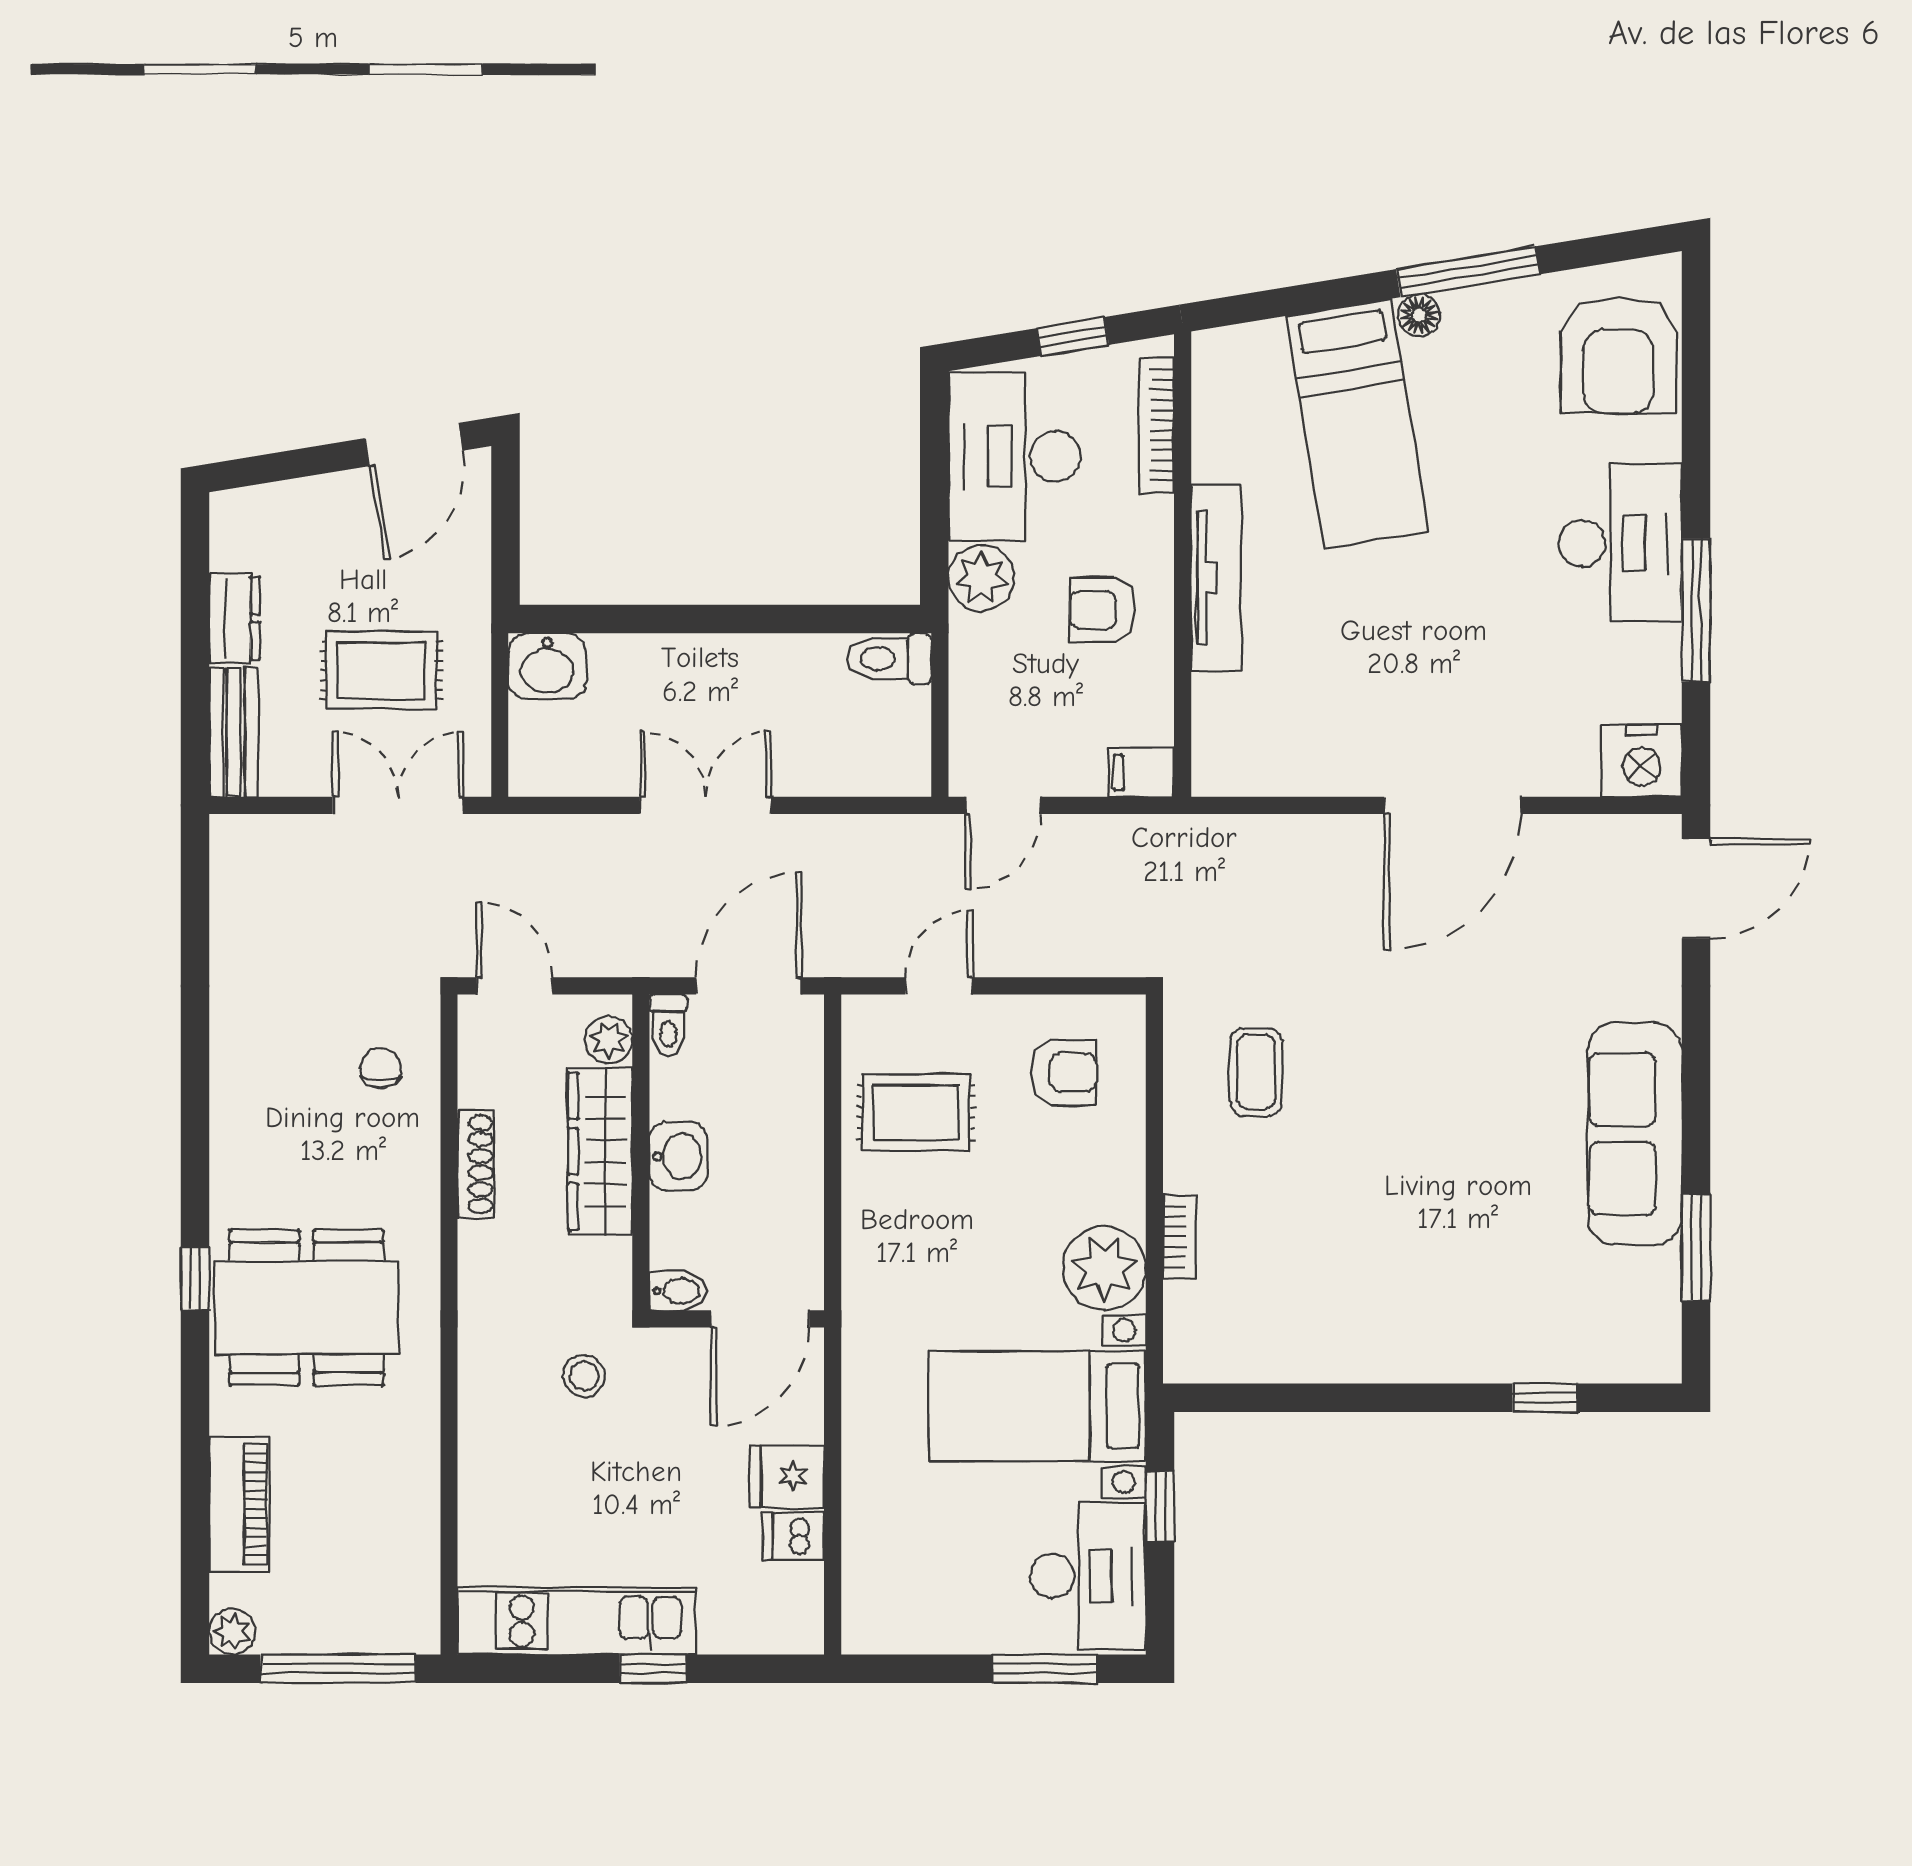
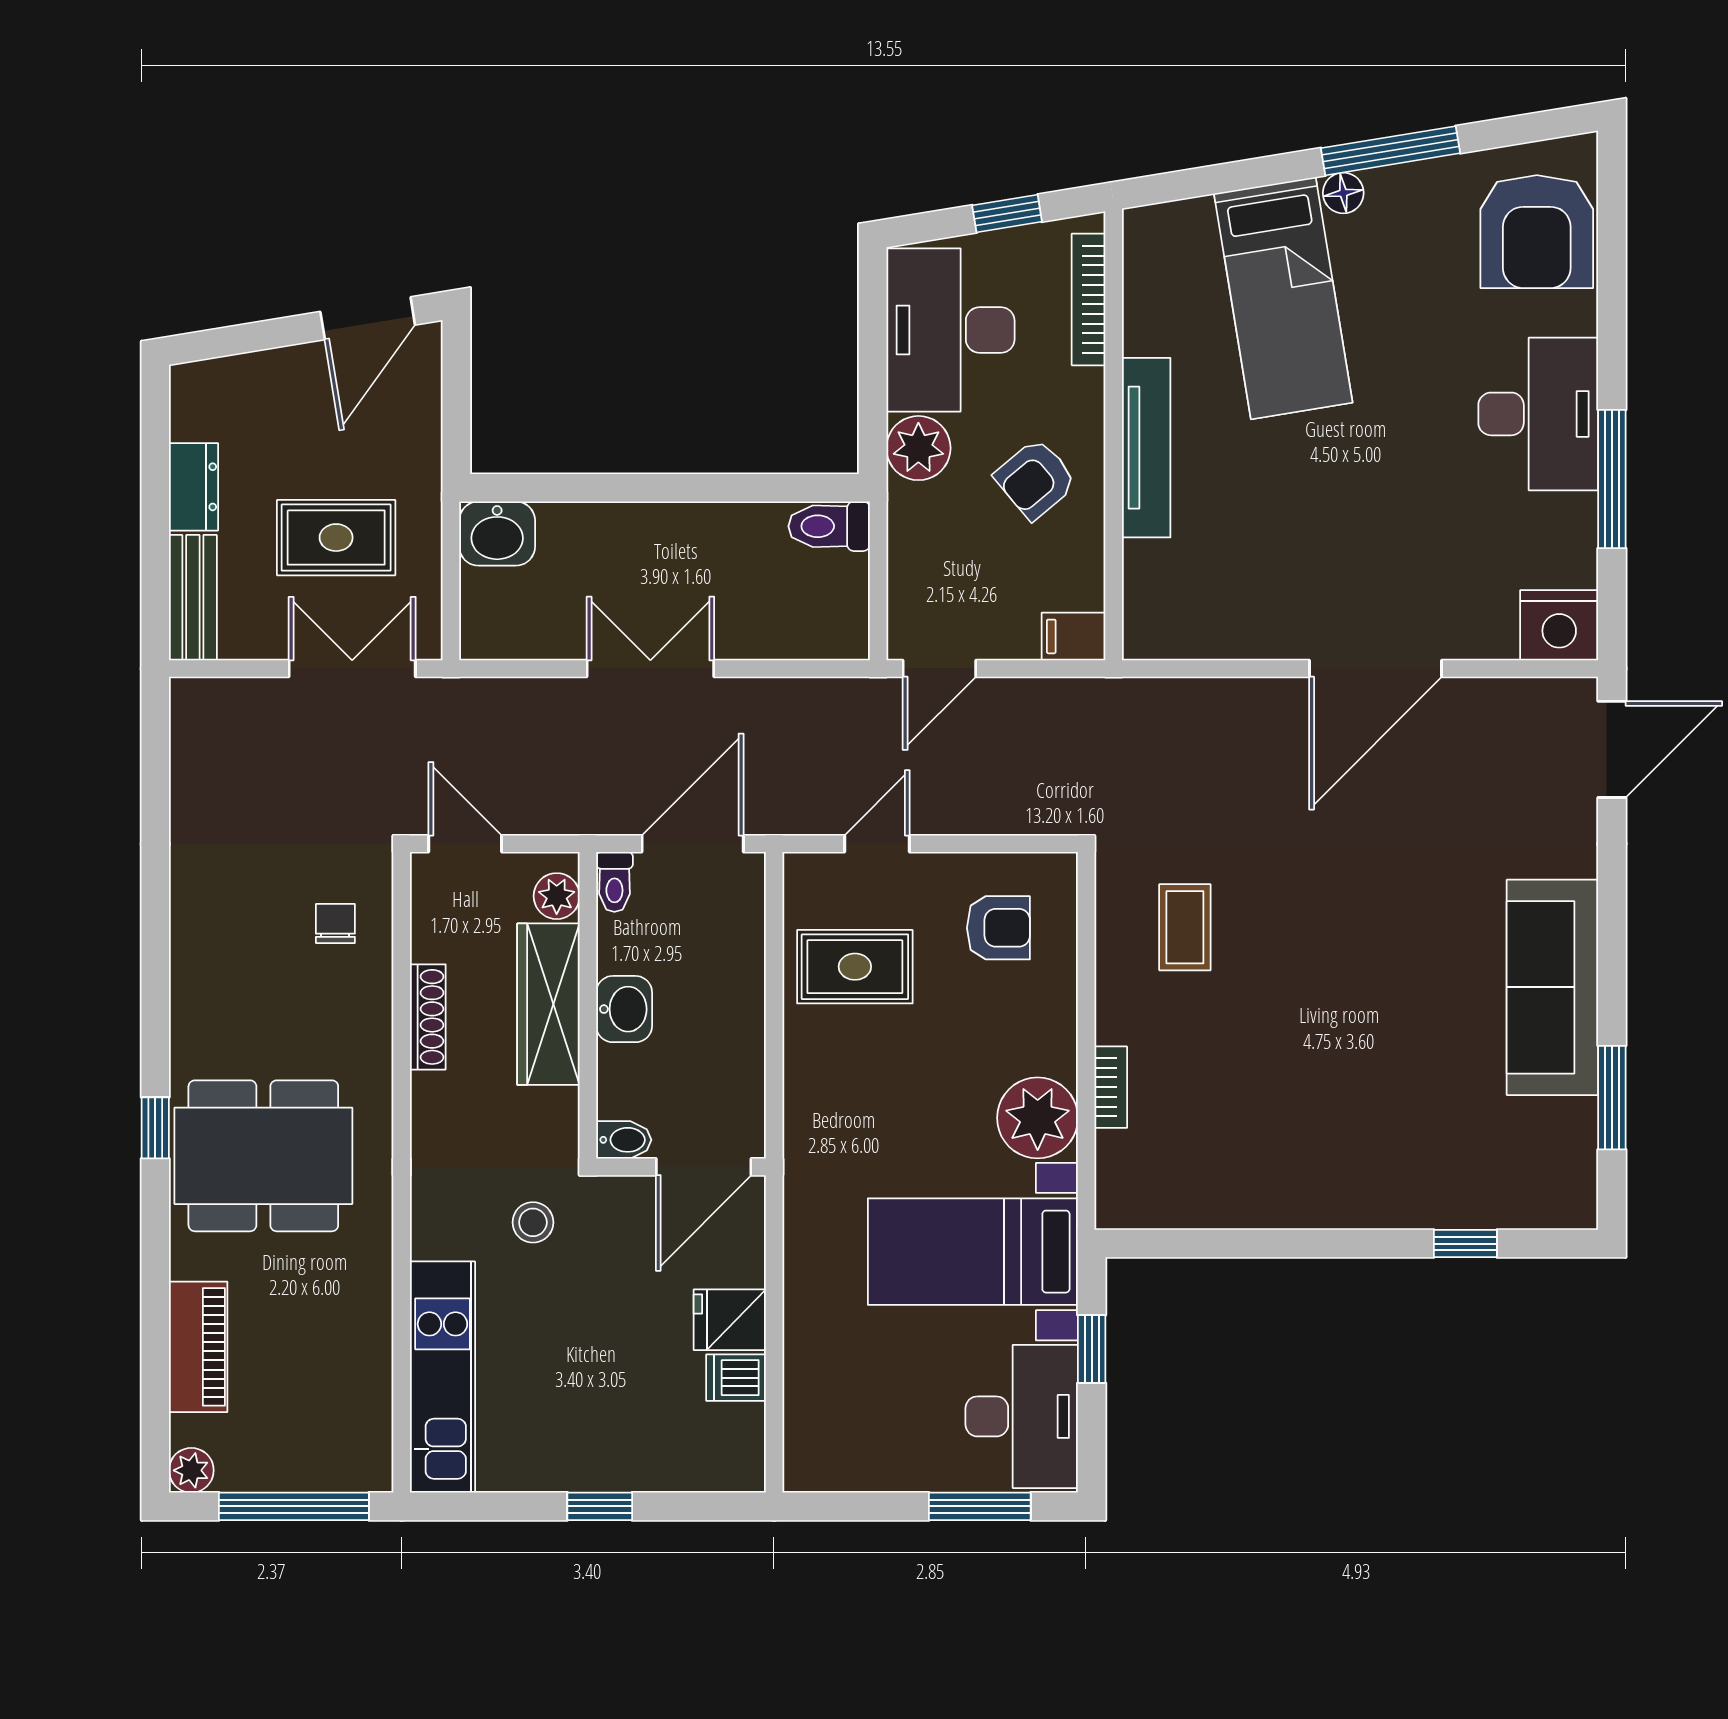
armchair: (1102, 610) -> (1035, 479), turned -40
kitchen unit: (577, 1621) -> (442, 1377), moved, turned 90

